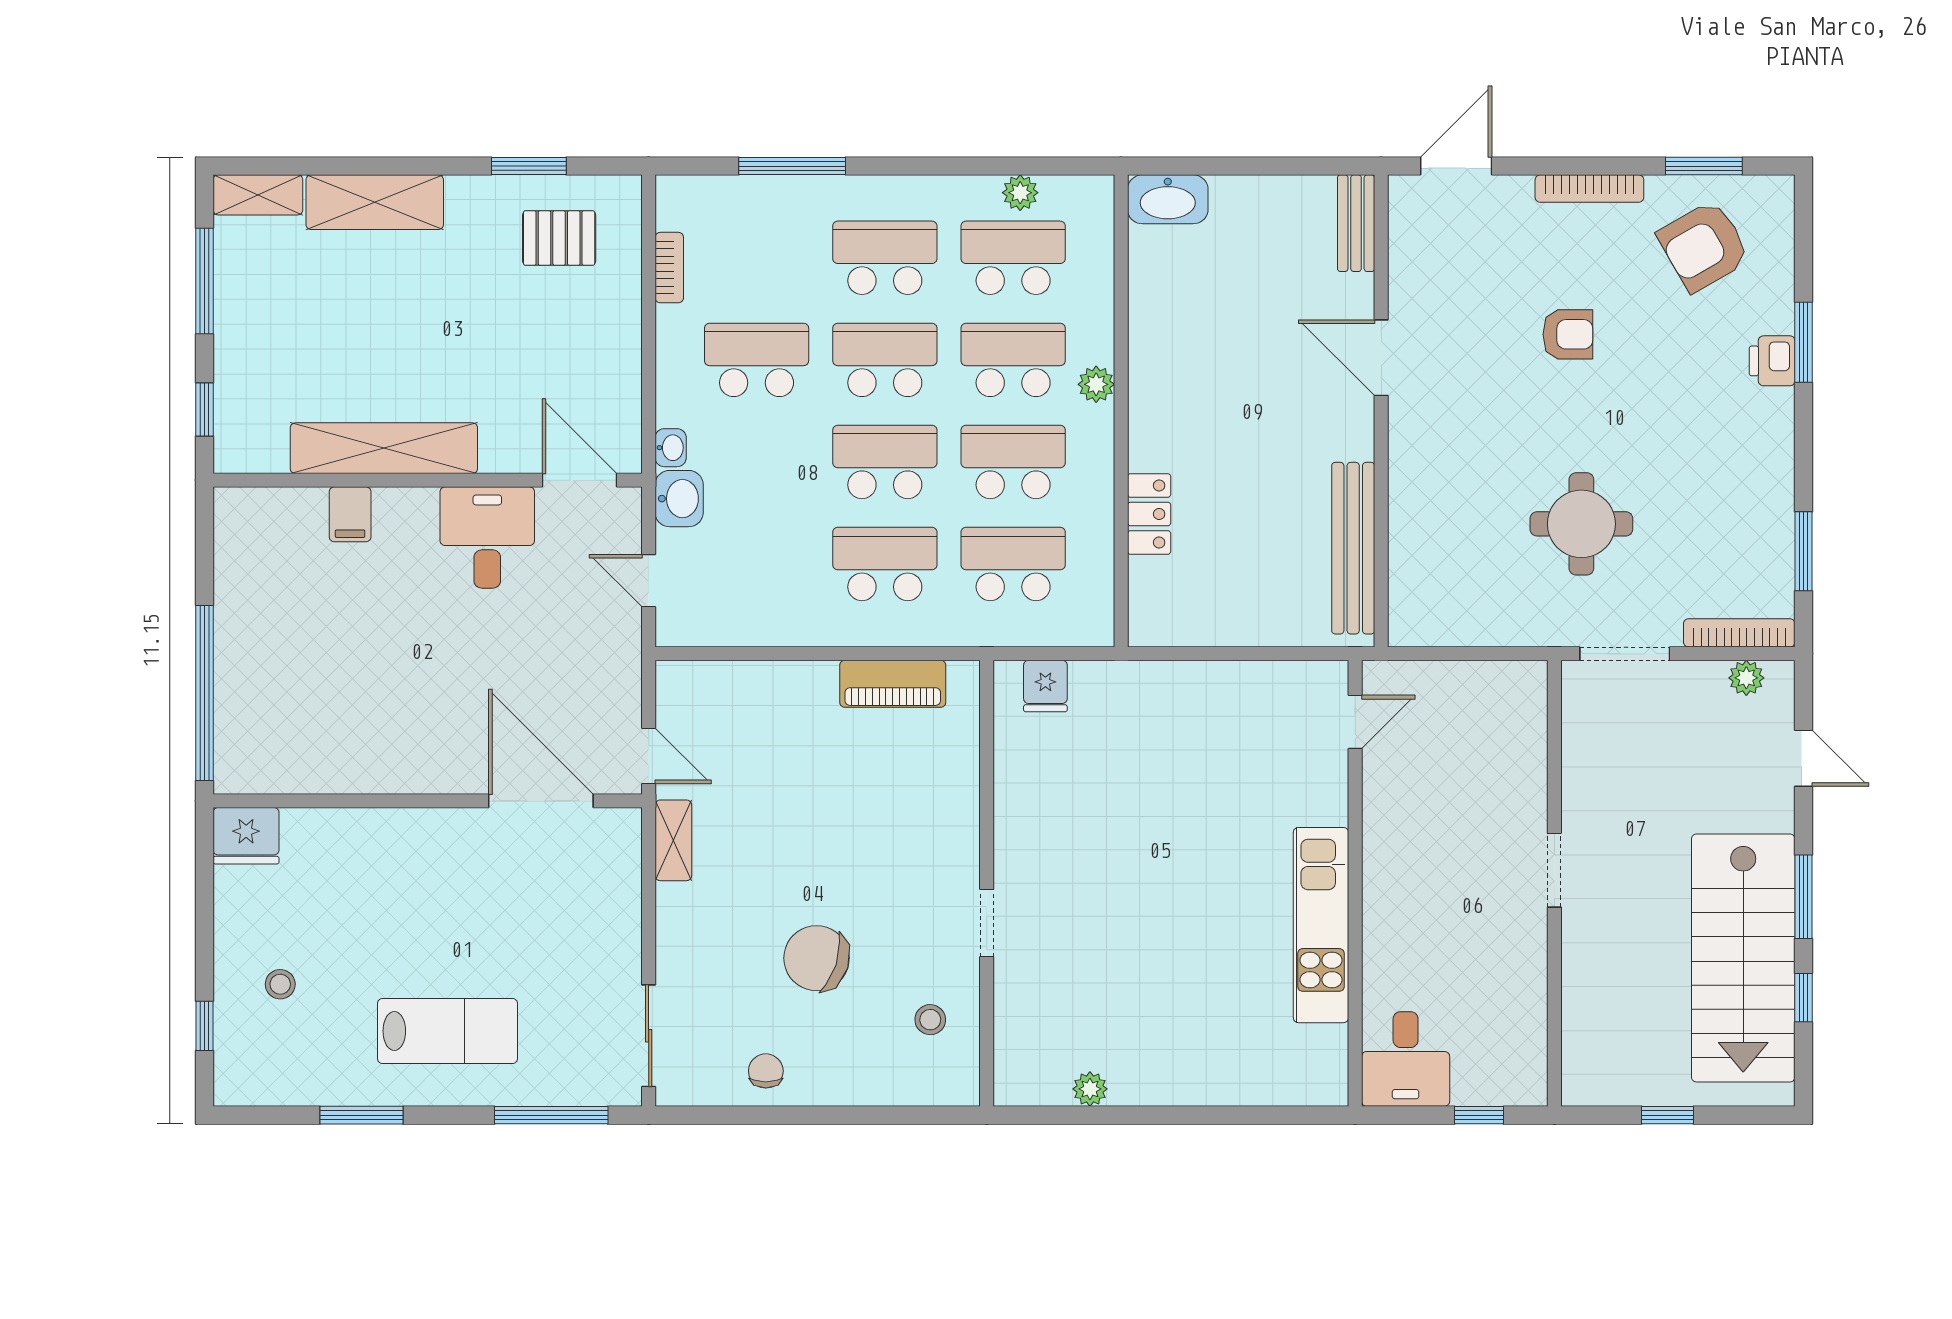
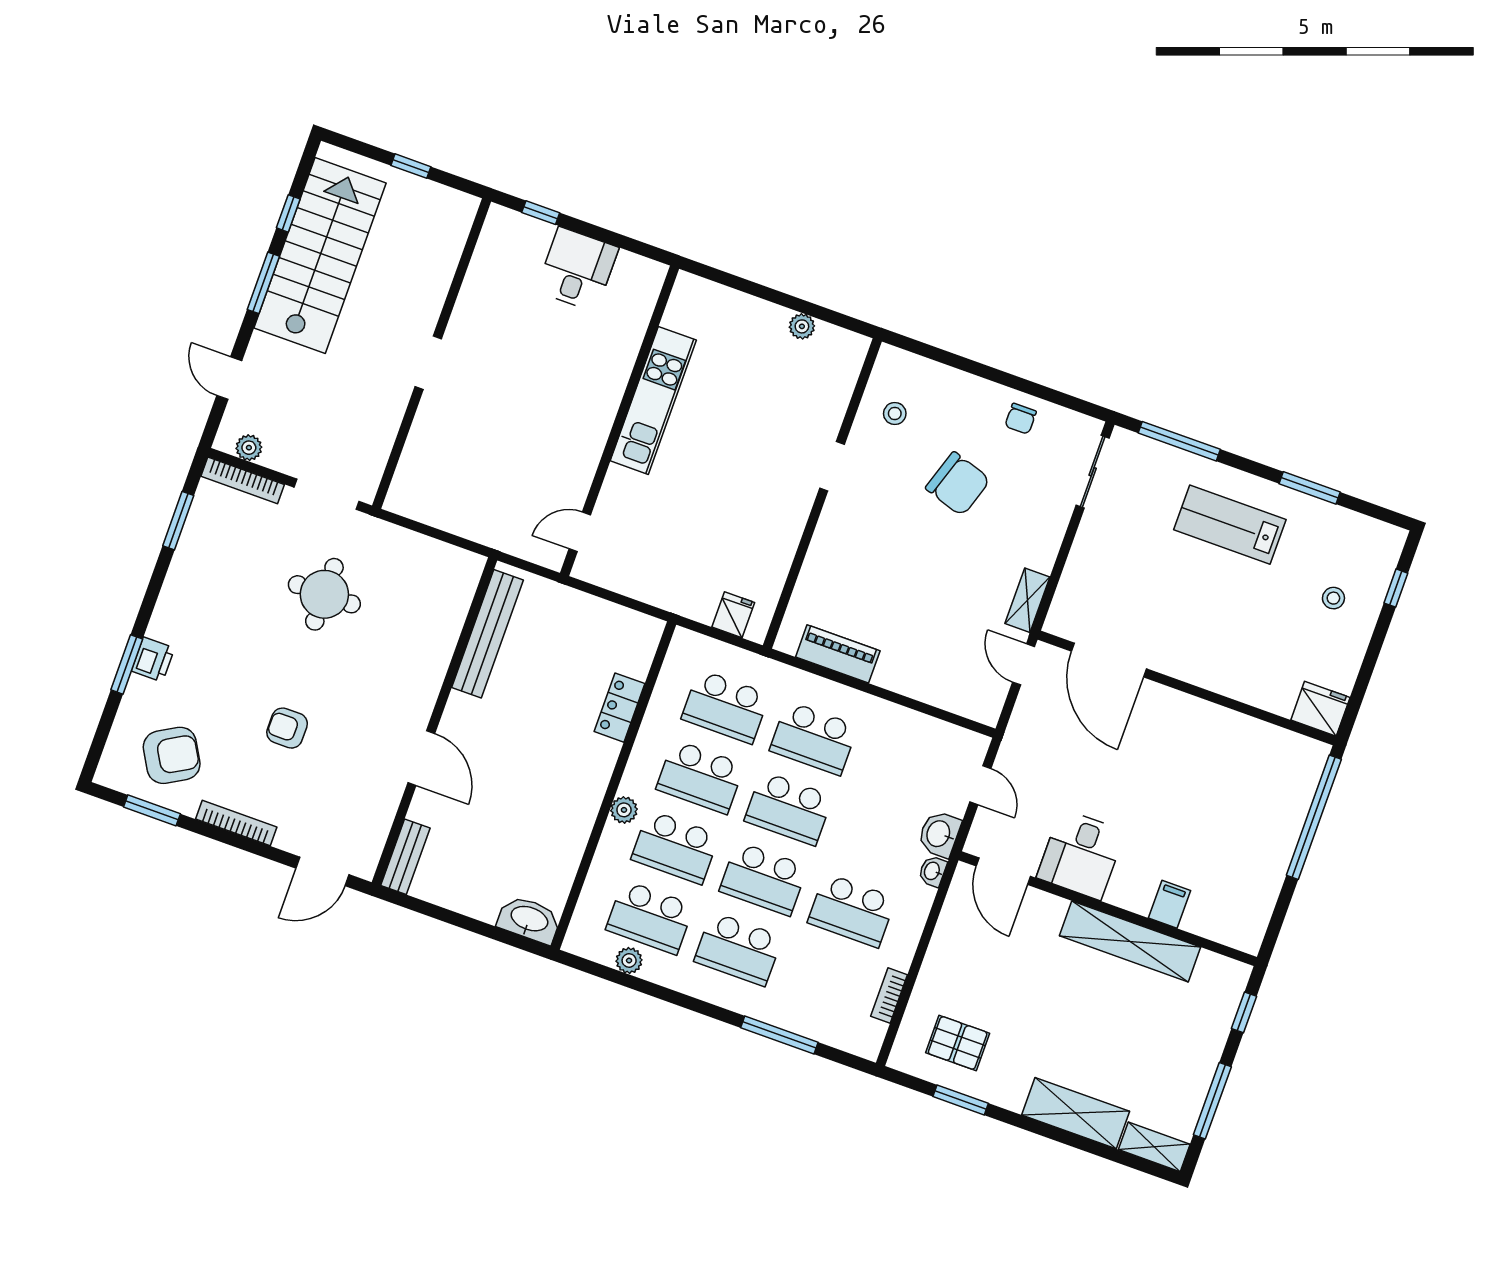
door: (1355, 722) -> (580, 532), moved
wall: (1355, 883) -> (619, 421), moved
kitchen unit: (1321, 925) -> (653, 400), moved

